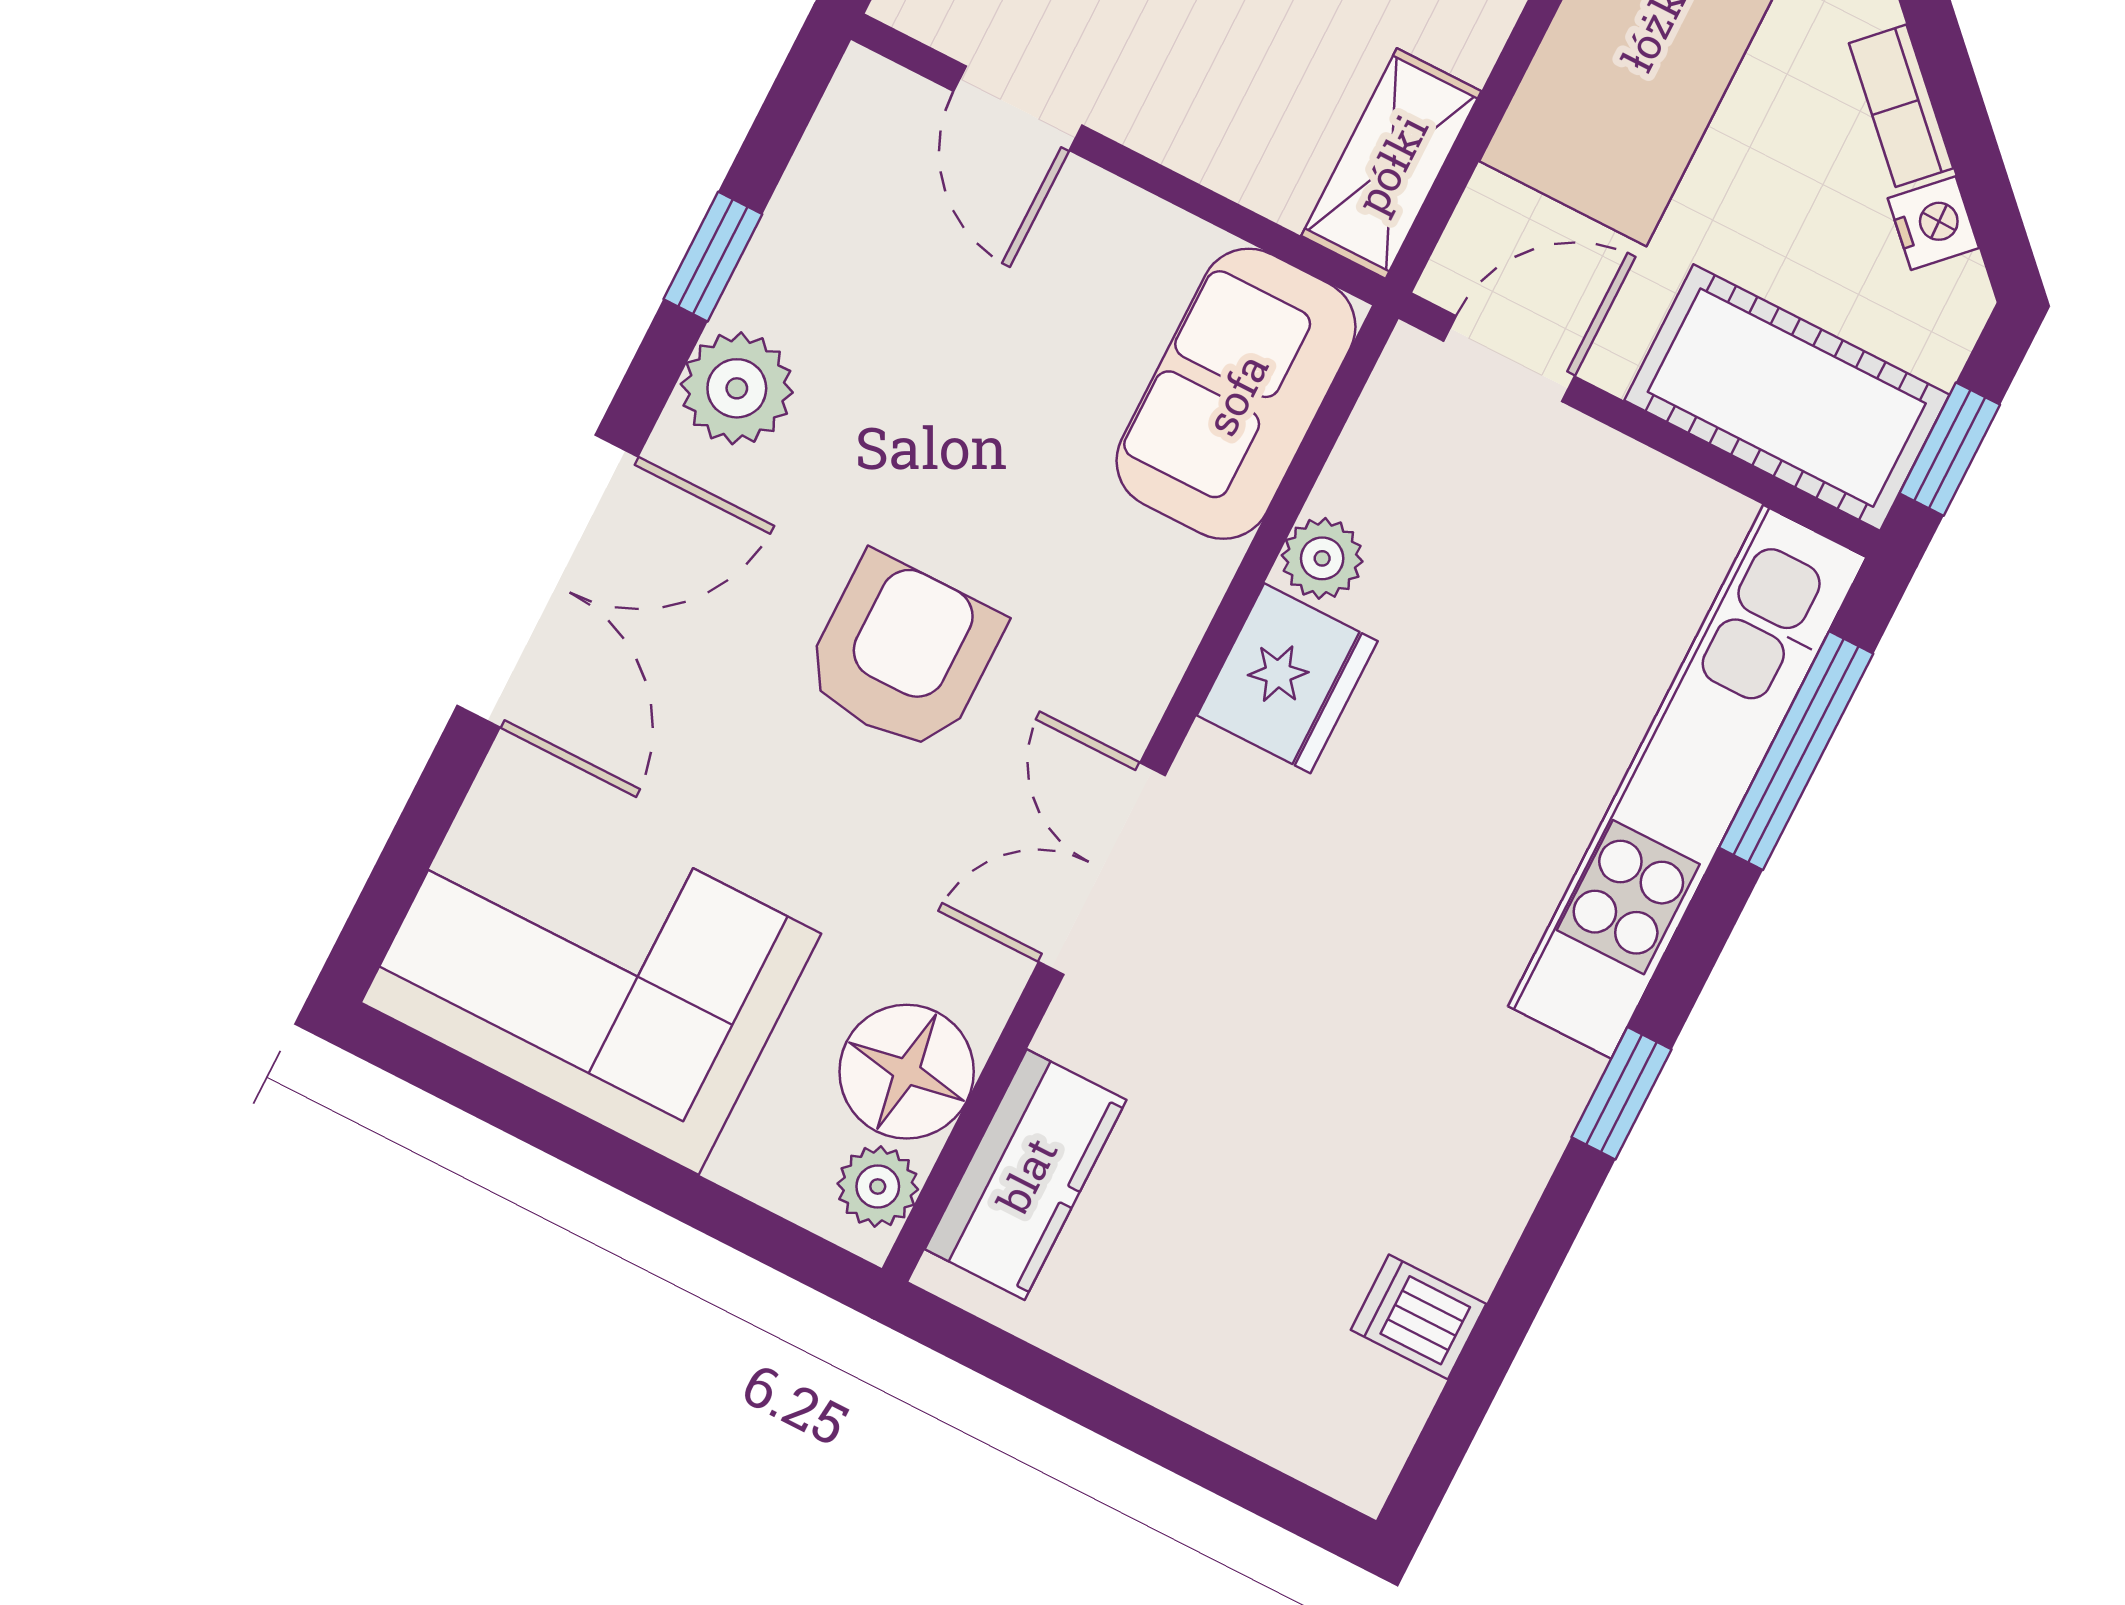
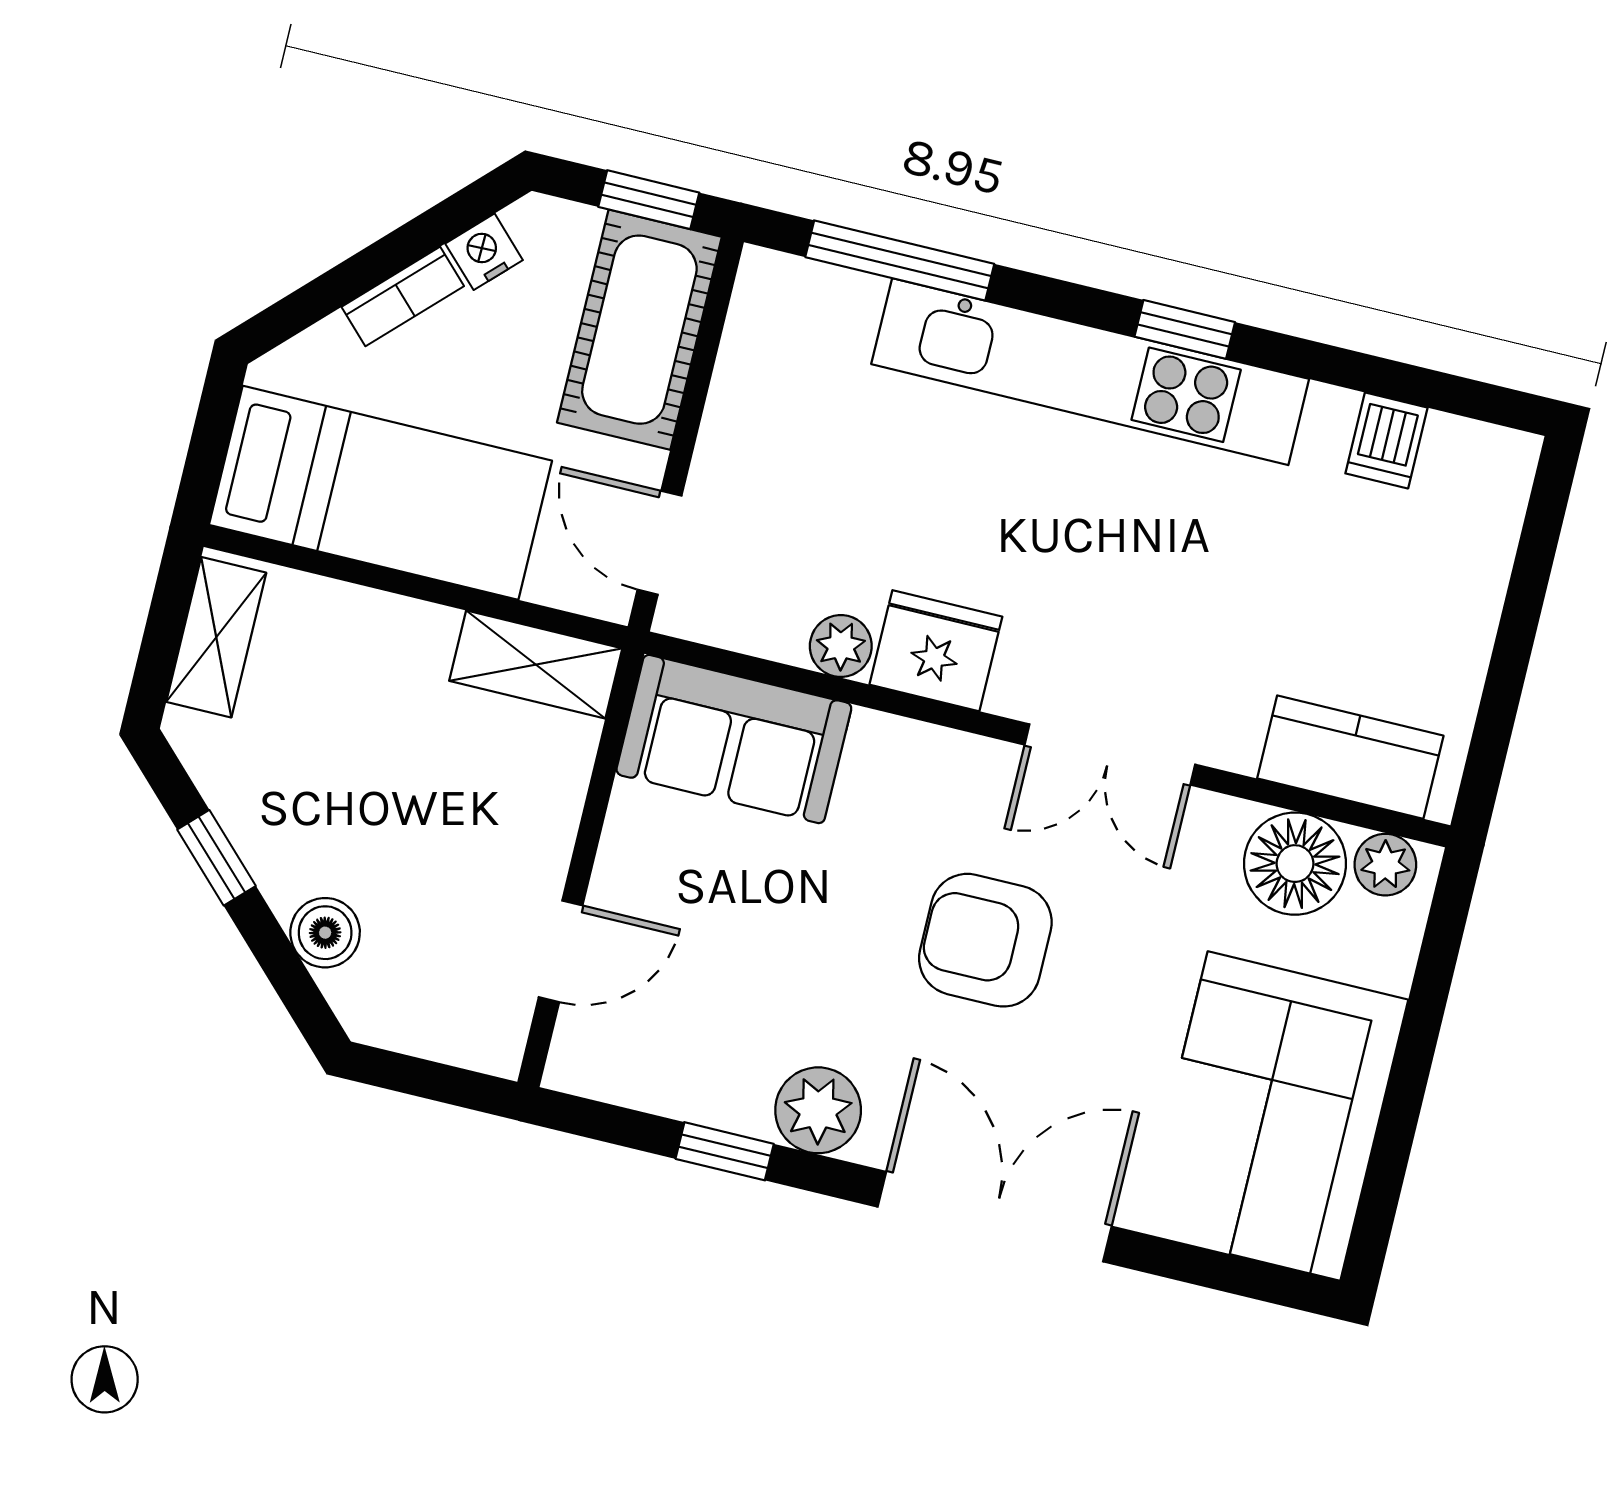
kitchen unit: (1687, 782) -> (1090, 372), moved

